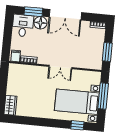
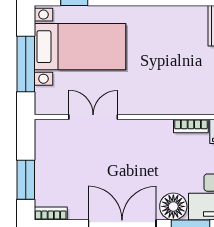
window: (107, 52) -> (26, 180), moved
double door: (60, 67) -> (93, 117), moved

